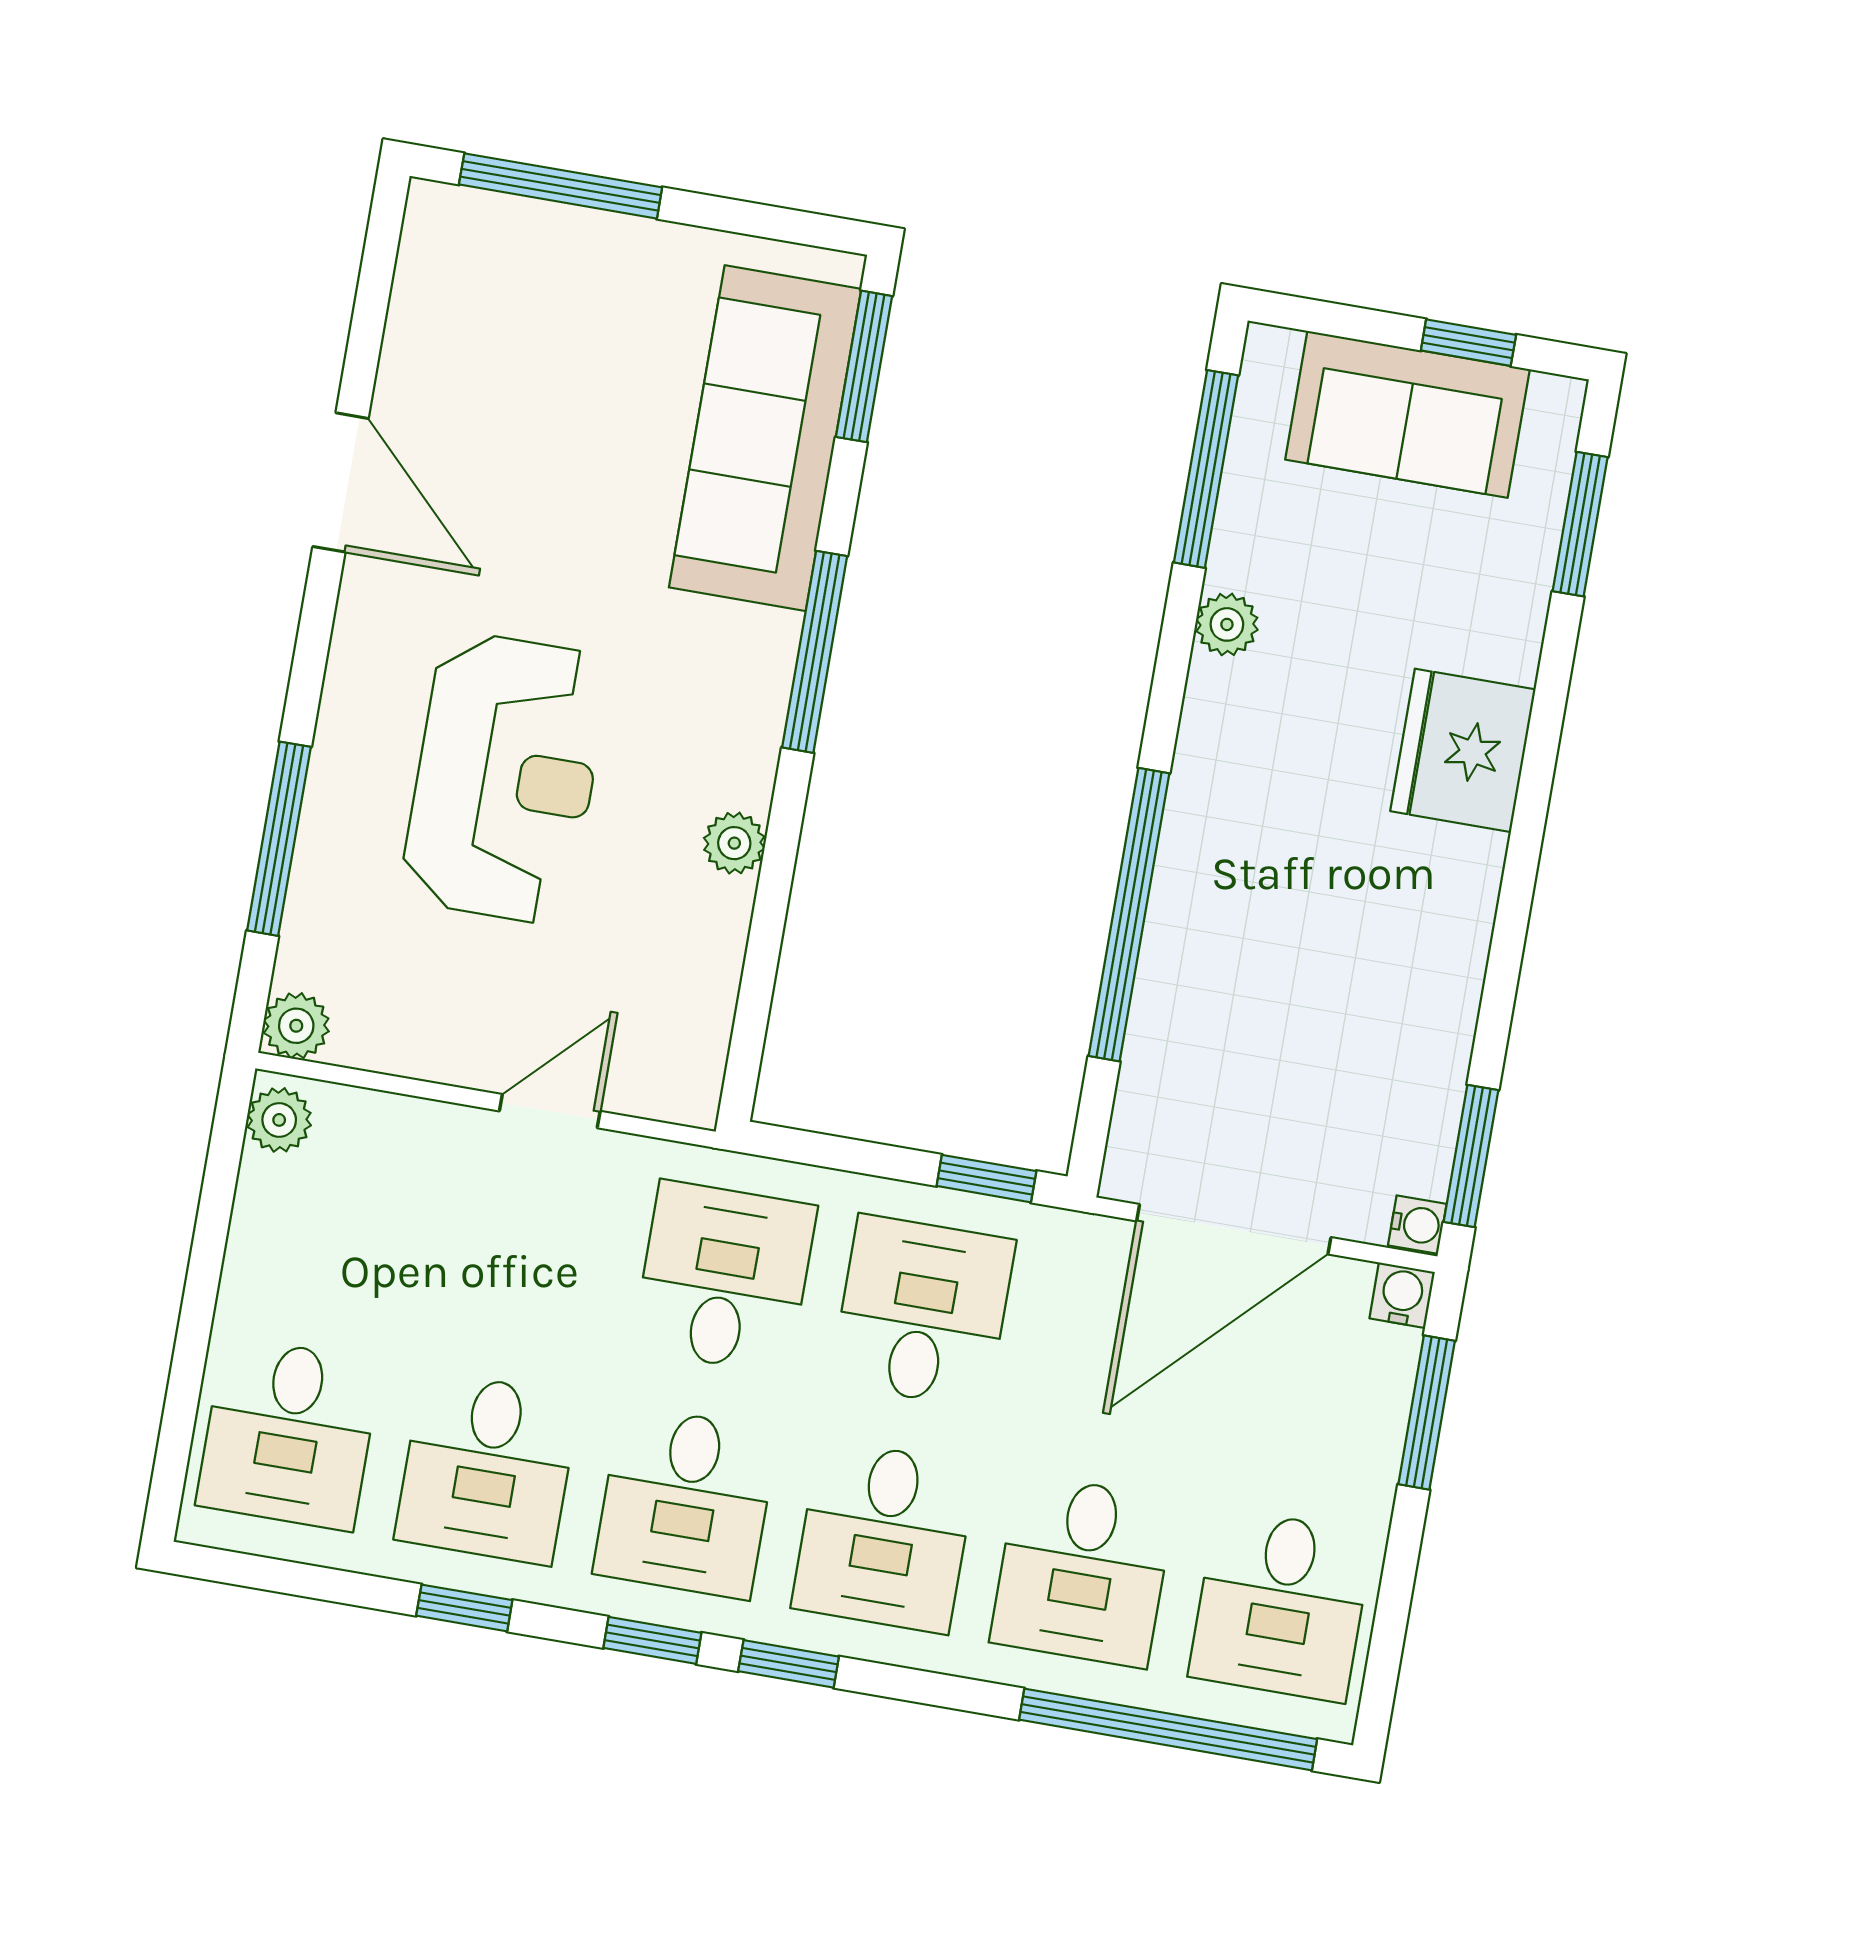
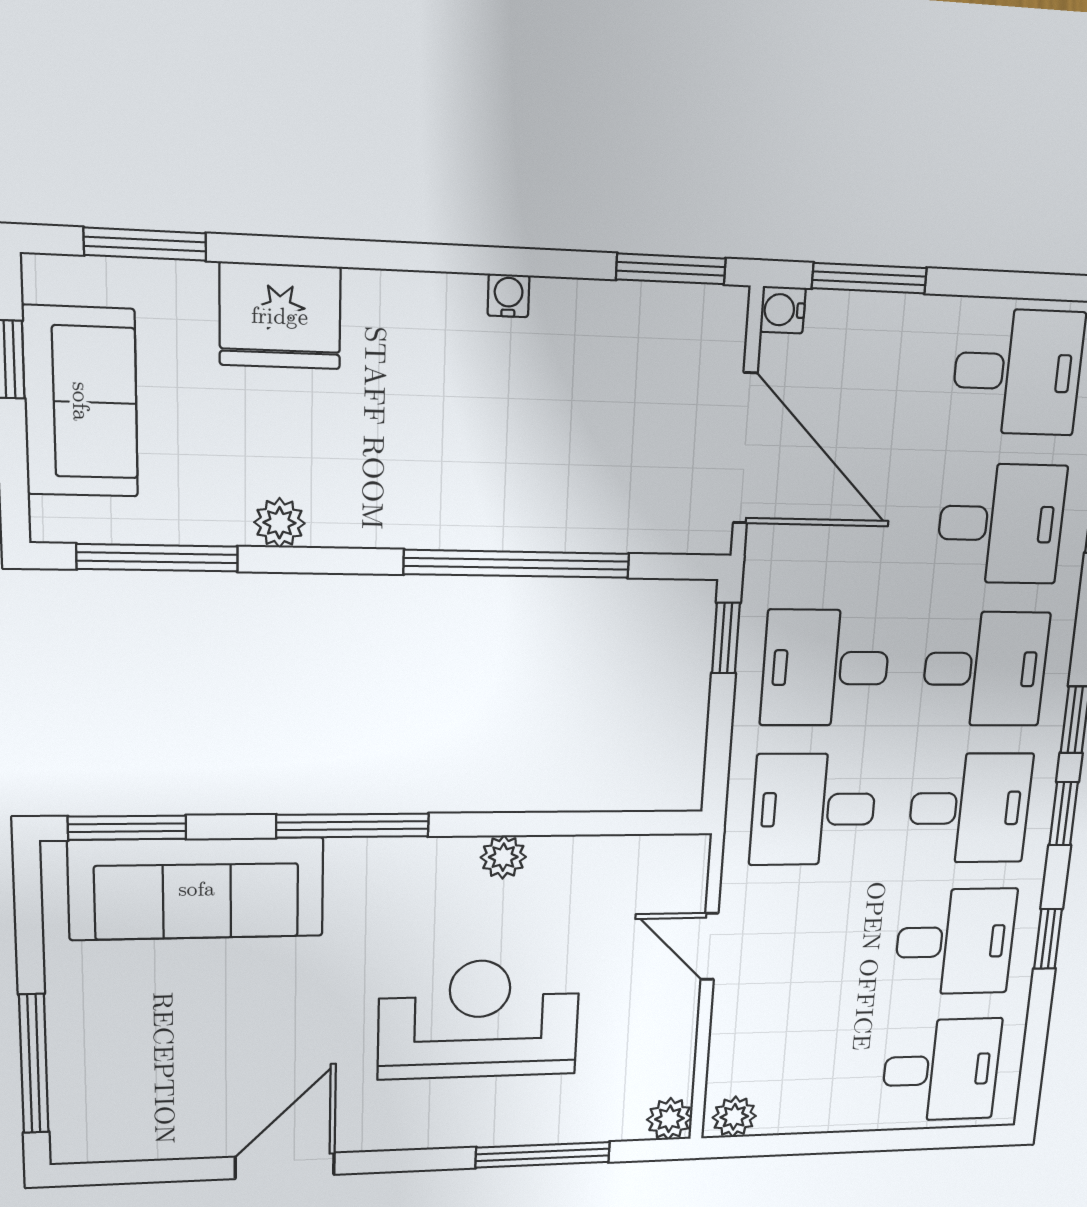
fridge: (1463, 750) -> (280, 316), moved
water cooler: (1417, 1225) -> (508, 295), moved

